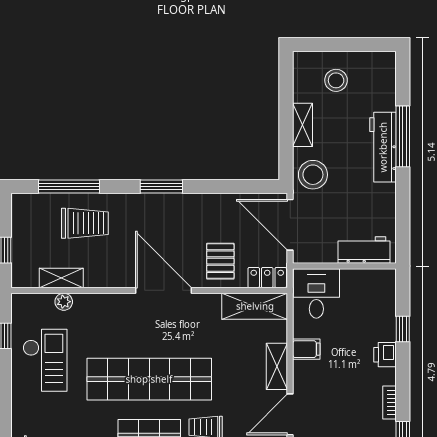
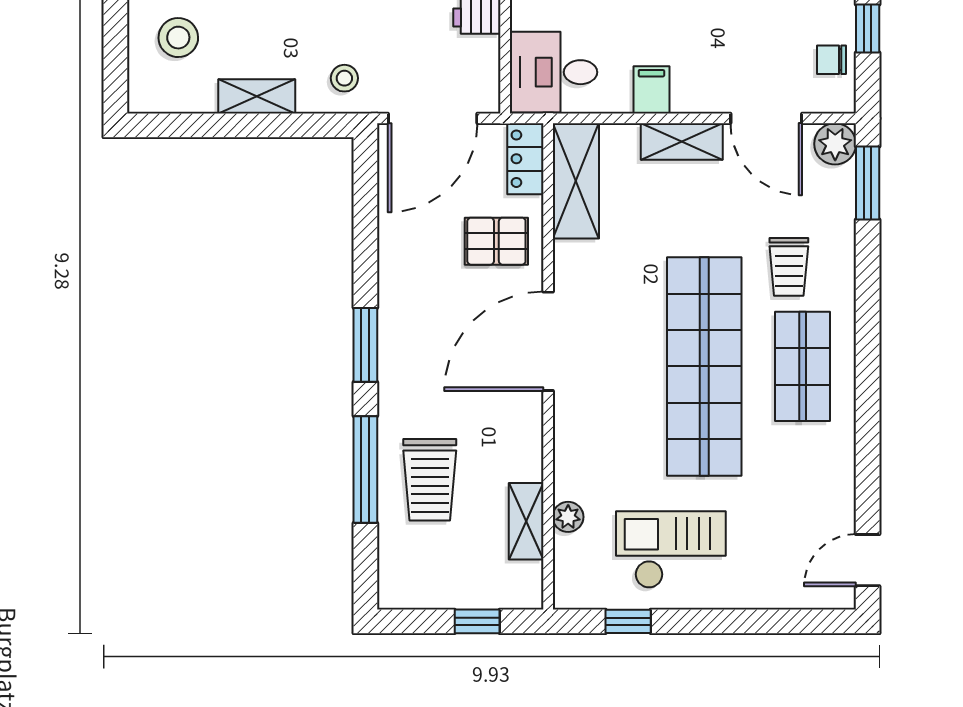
stool: (313, 175) -> (344, 78), width x0.53, depth x0.53
window: (69, 187) -> (365, 470), moved
trolley: (85, 223) -> (430, 480), turned 180

